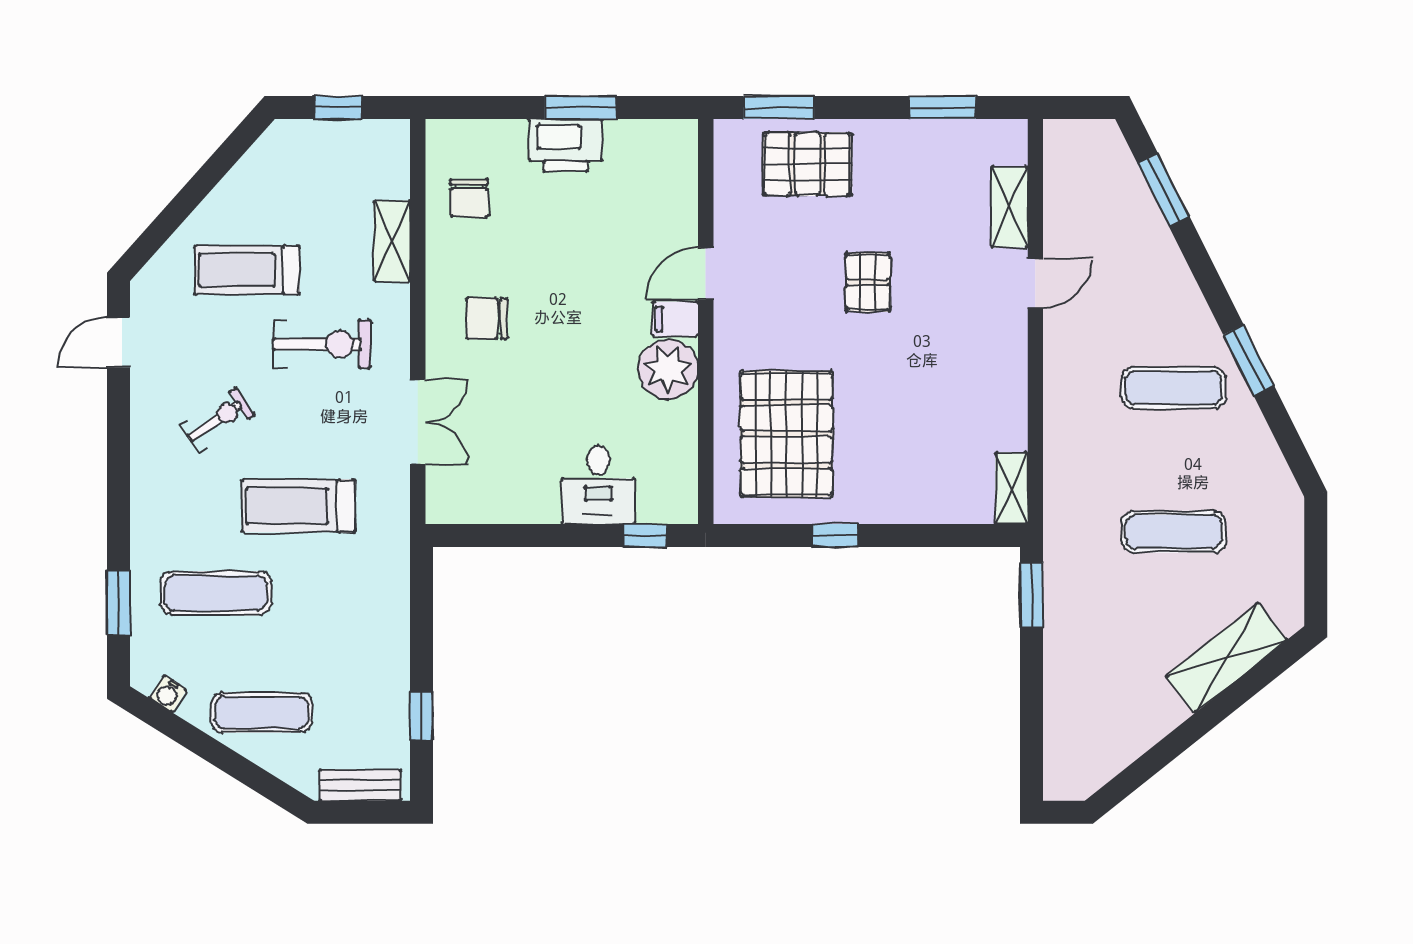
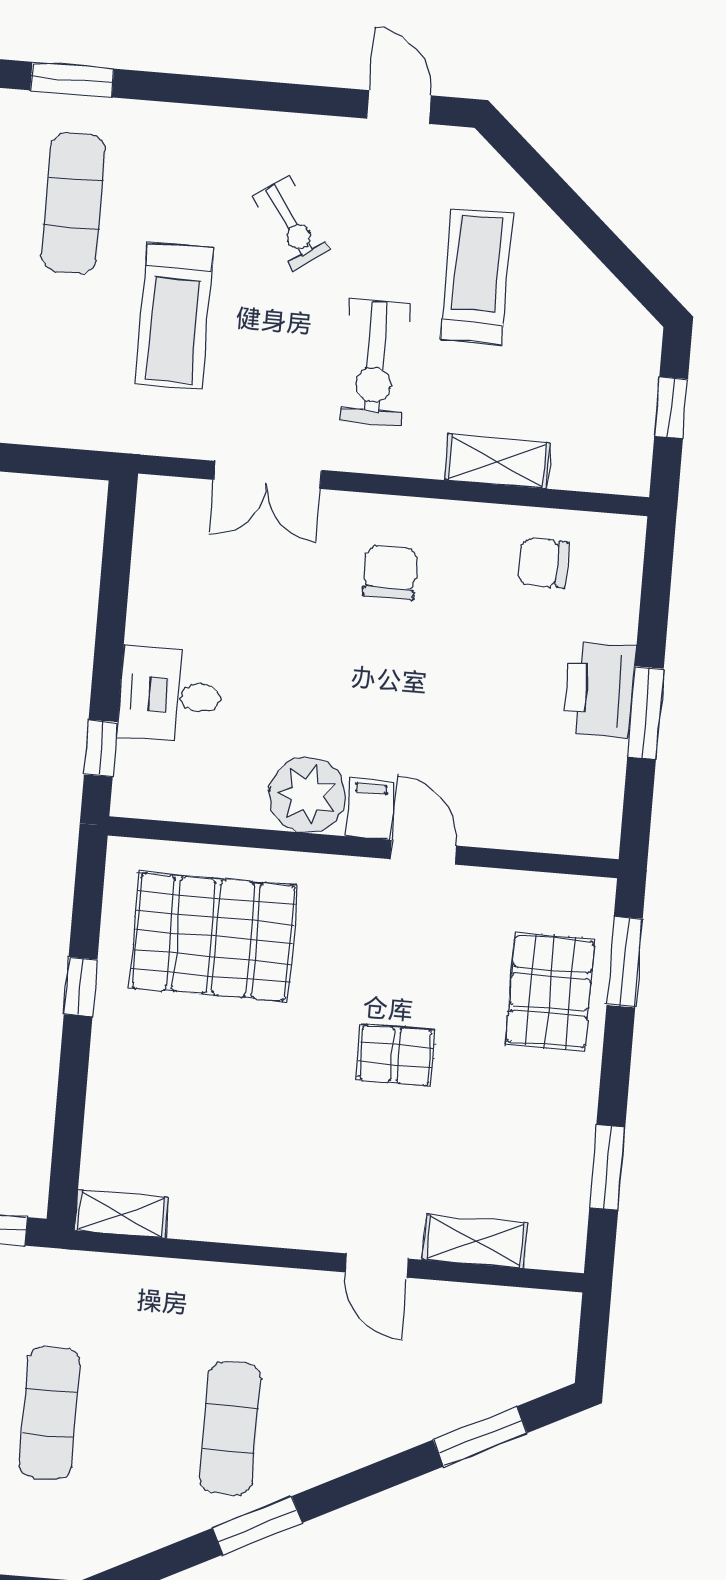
treadmill: (299, 506) -> (175, 316), turned 180

